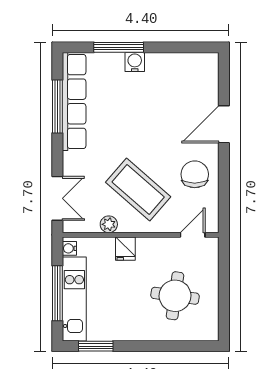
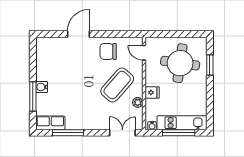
row of seats: (74, 101) -> (50, 123), width x0.50
door: (224, 124) -> (78, 34), swing flipped
round table: (175, 296) -> (180, 63), width x1.36, depth x1.36
window: (96, 346) -> (210, 65), moved

